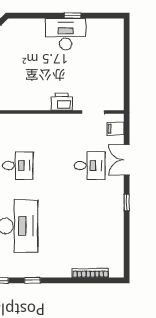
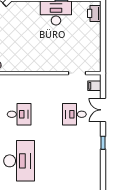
printer: (62, 102) -> (94, 13), moved, turned -90
desk: (90, 166) -> (74, 114), turned 180

